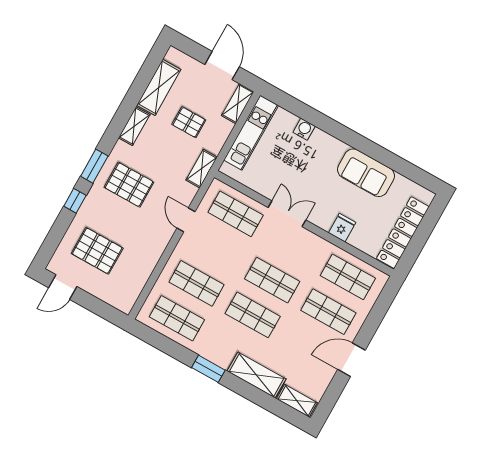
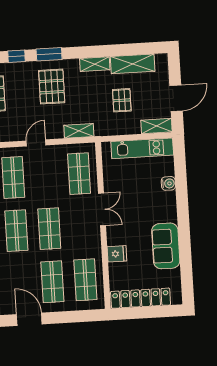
shelving: (202, 169) -> (79, 131), moved
door: (186, 220) -> (36, 143), moved

